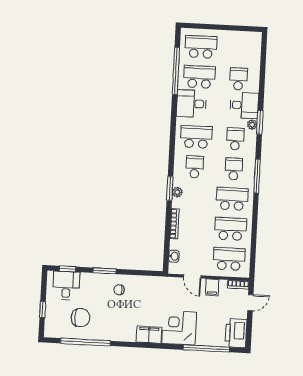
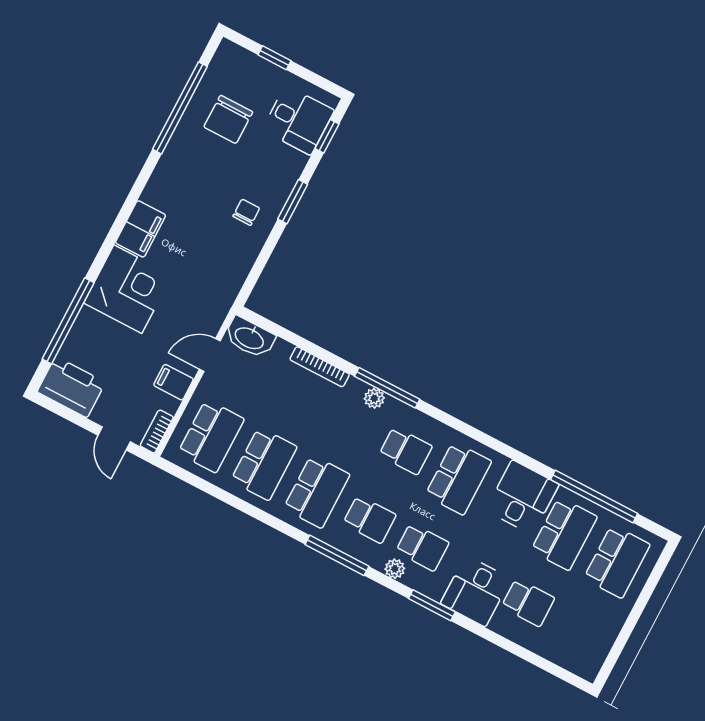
plant: (252, 125) -> (395, 569), moved
window: (170, 188) -> (387, 388), width x1.44
washbasin: (174, 256) -> (250, 338), width x1.91, depth x1.45

